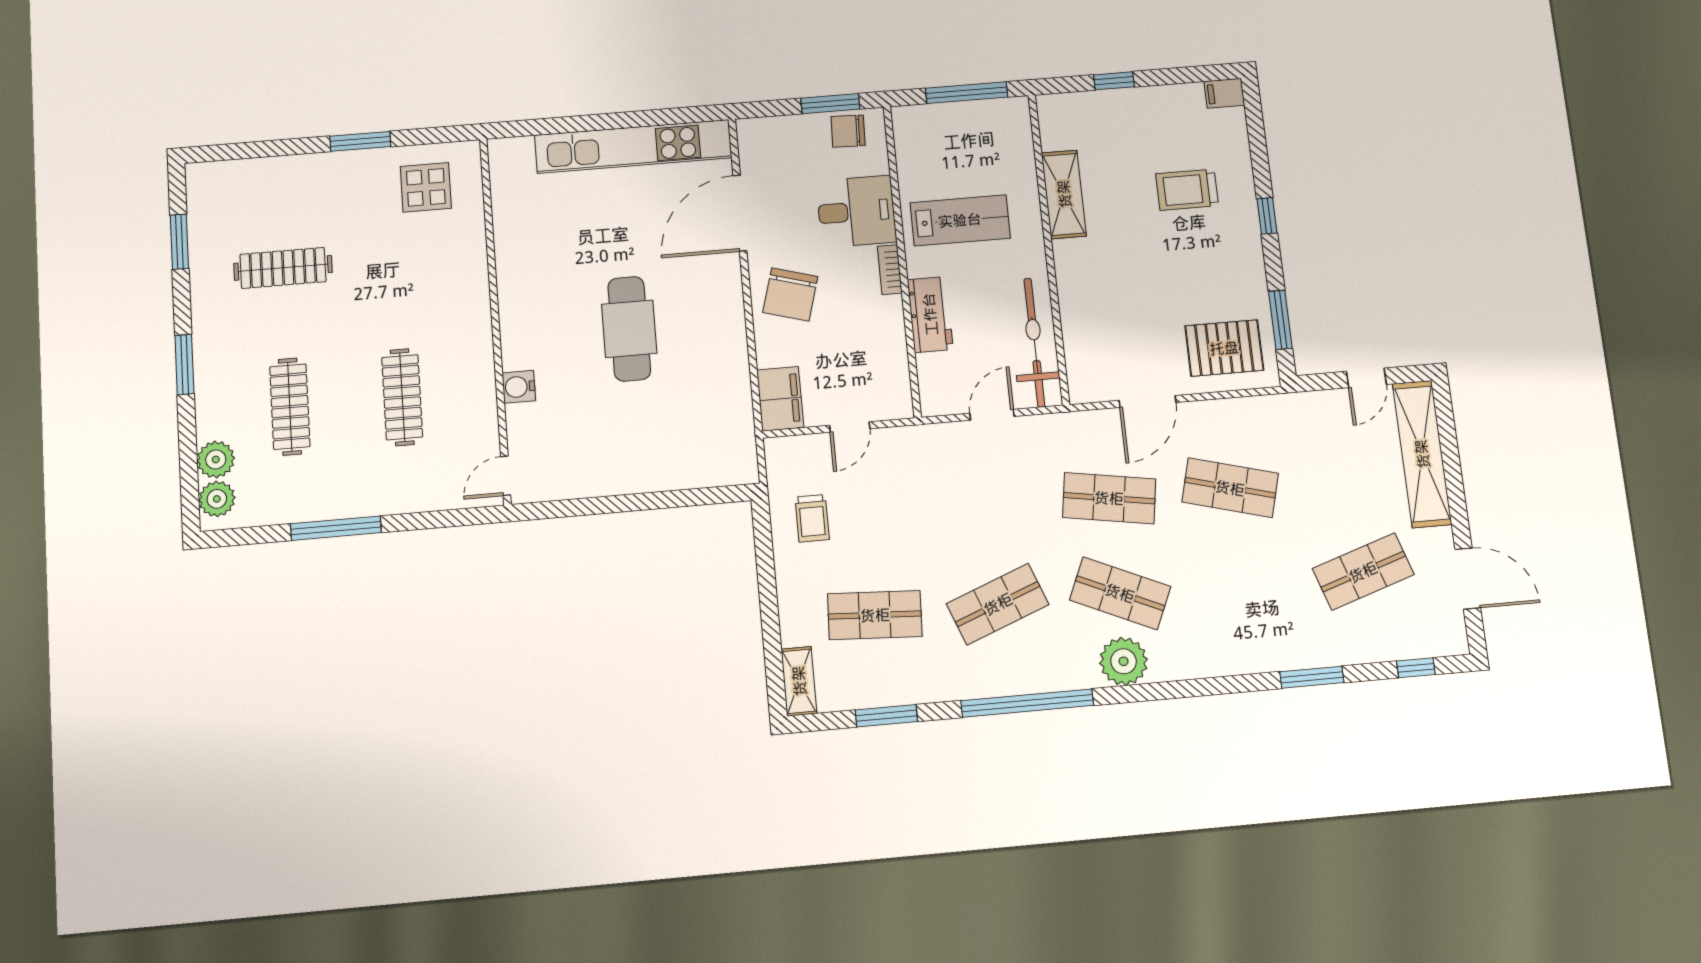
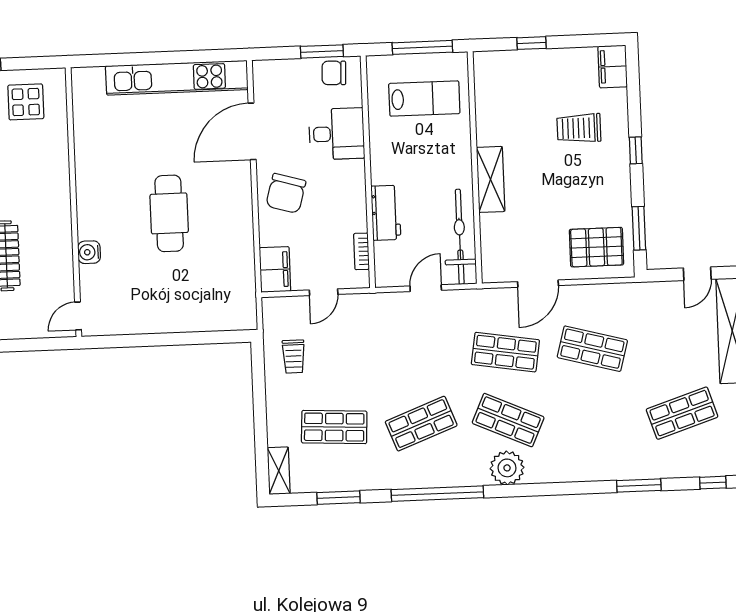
filing cabinet: (1224, 93) -> (613, 66), width x2.00
shelving: (1064, 194) -> (491, 179), moved
lab bench: (960, 220) -> (424, 99), moved
bookcase: (890, 270) -> (361, 251), moved

